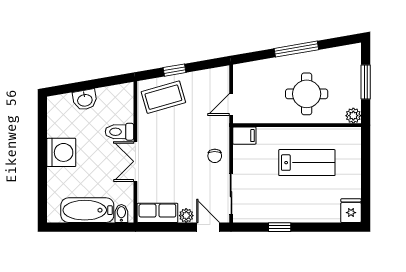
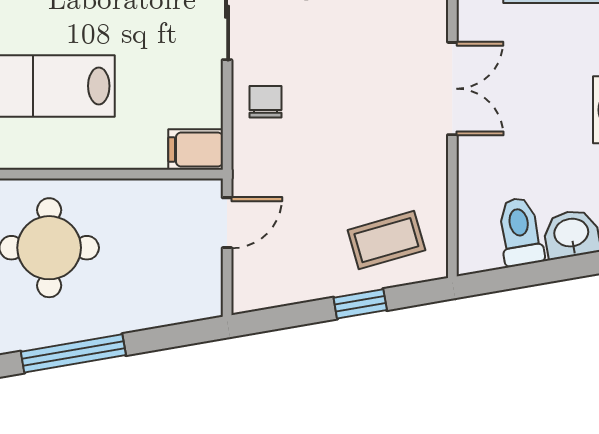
coffee table: (163, 97) -> (386, 240), width x0.73, depth x0.77
toilet: (119, 132) -> (520, 232), moved, turned -100

